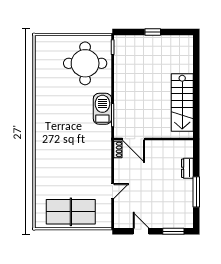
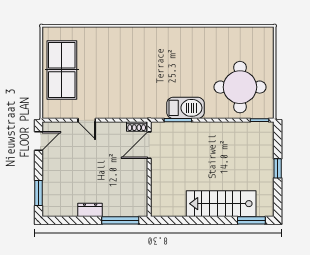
window: (196, 54) -> (251, 220), added
stairs: (182, 102) -> (221, 204), moved
dresser: (187, 168) -> (90, 210), moved
window: (196, 192) -> (120, 220), moved
door: (141, 231) -> (38, 141), moved

